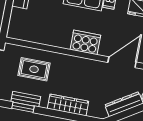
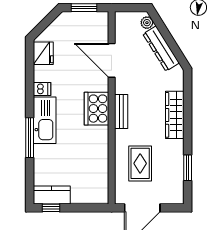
bench: (26, 99) -> (121, 111), moved

